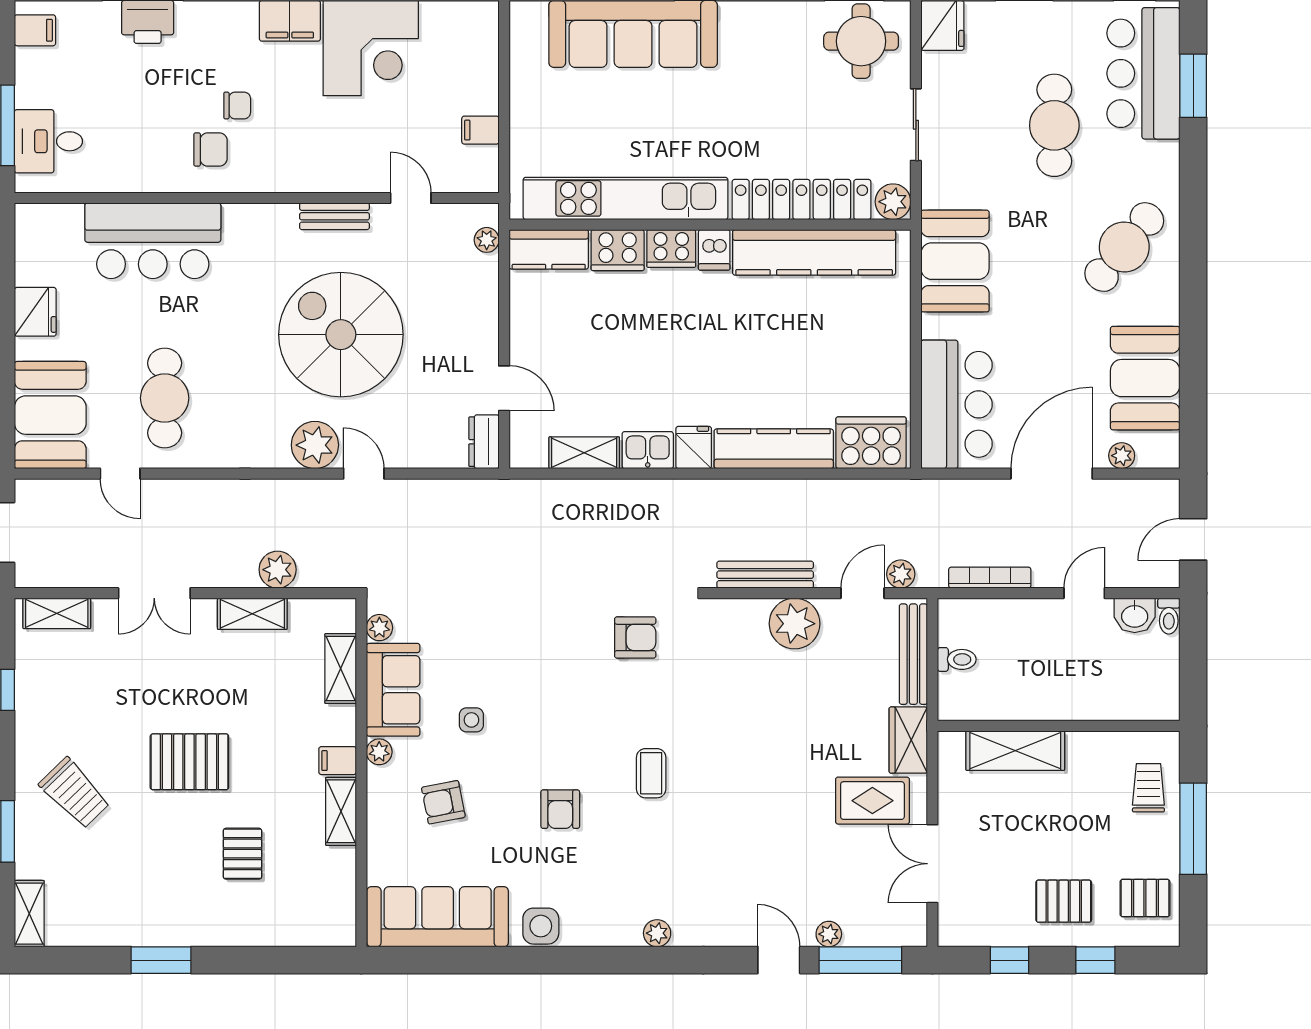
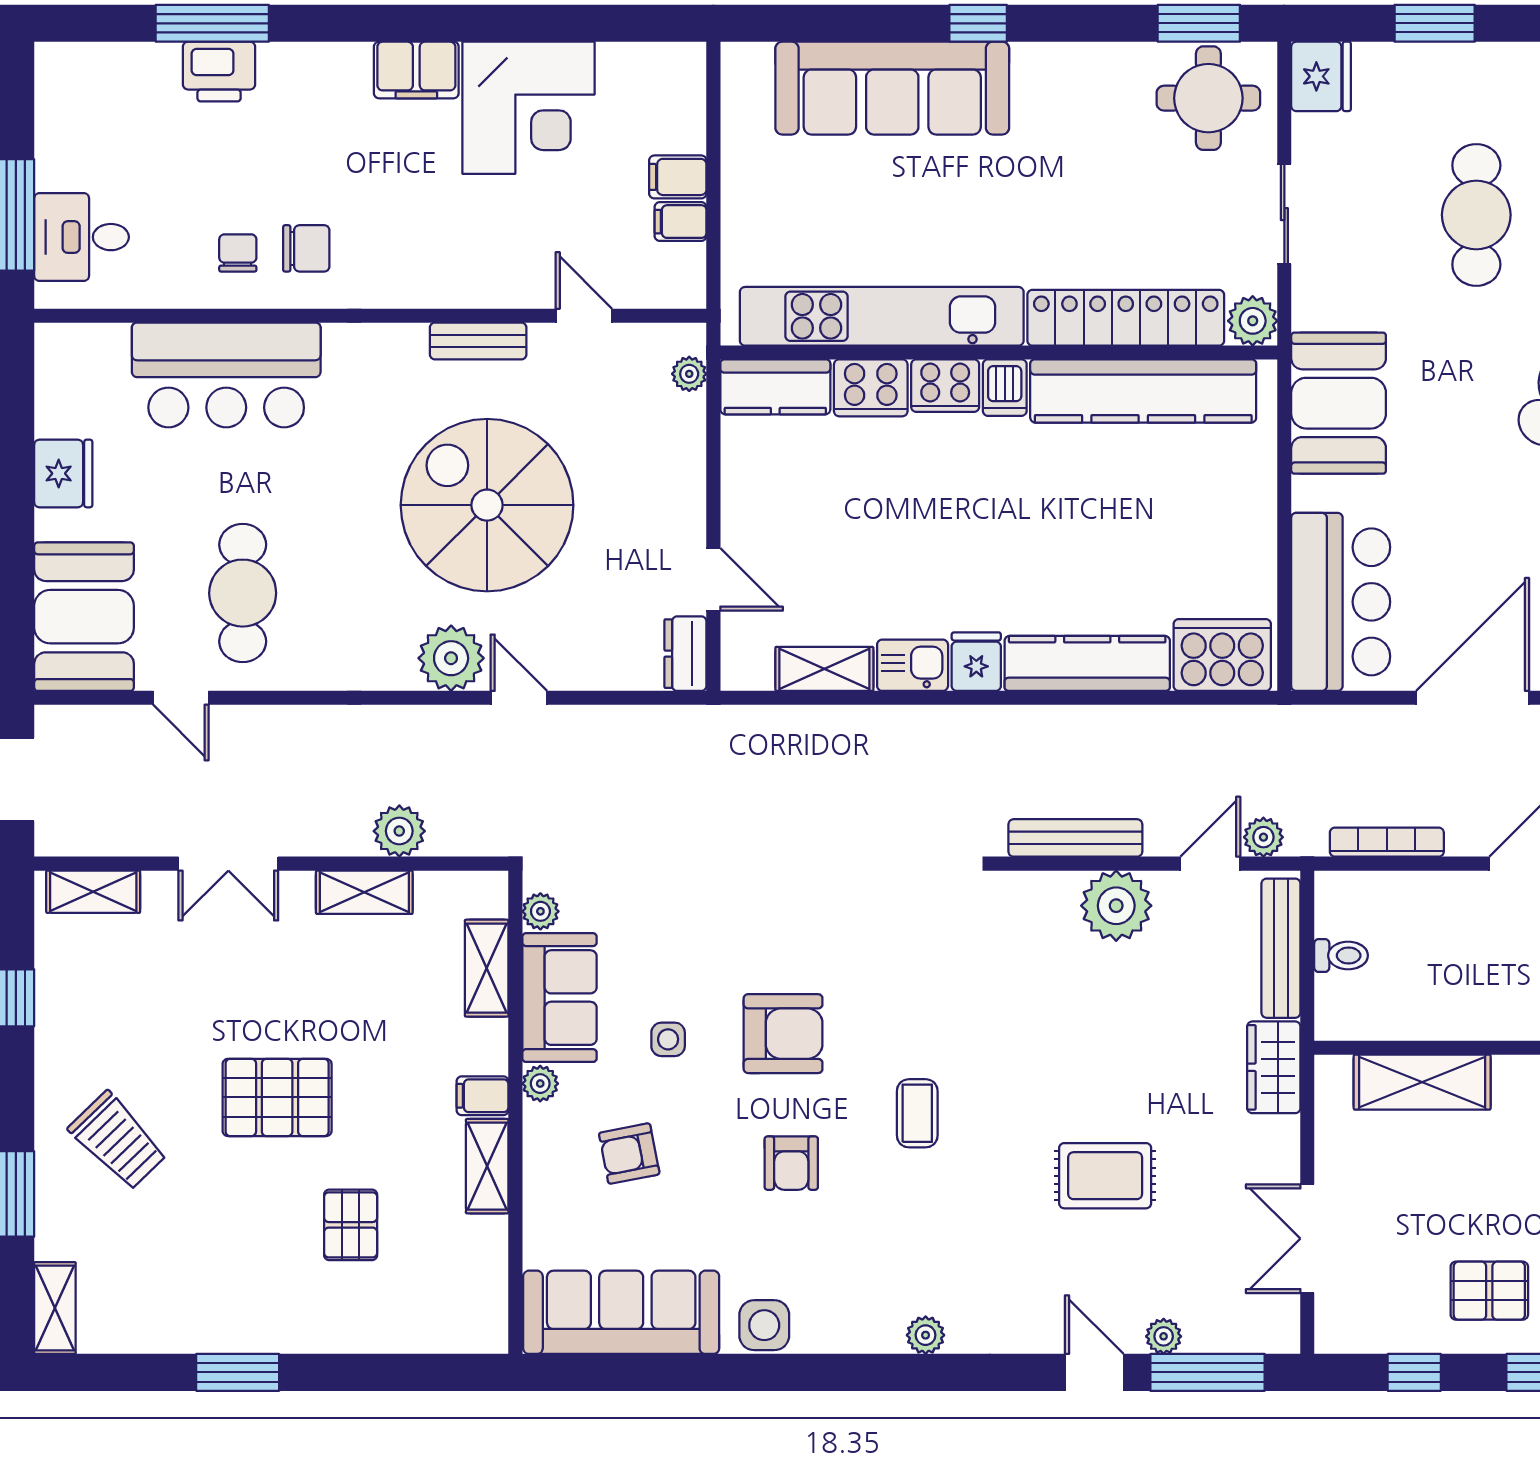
filing cabinet: (35, 30) -> (678, 177), moved, turned 180
chair: (237, 105) -> (238, 253), moved, turned -90
armchair: (635, 637) -> (783, 1034), moved, width x1.38, depth x1.38
rug: (872, 801) -> (1105, 1176), moved

